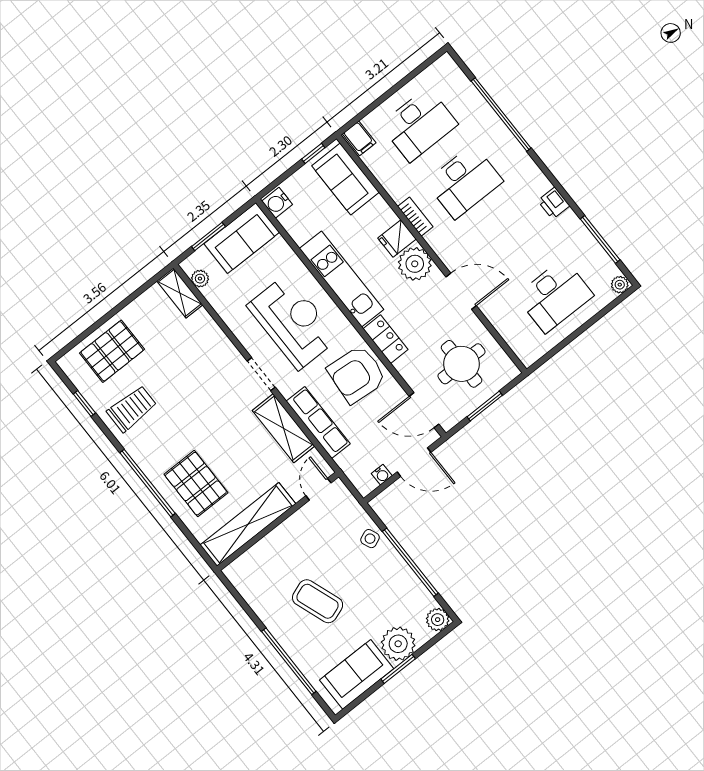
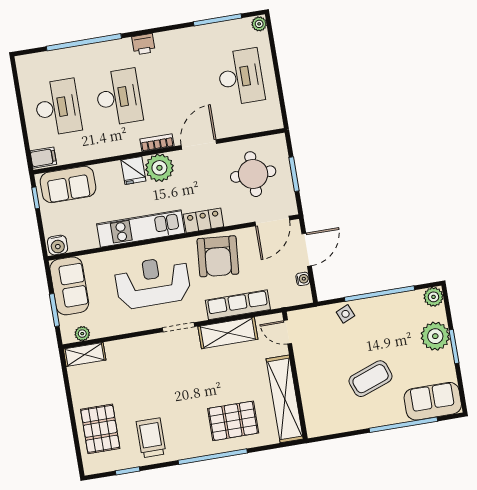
printer: (554, 203) -> (143, 44), moved
bookcase: (415, 217) -> (157, 143), moved
sofa: (357, 674) -> (433, 401), moved, turned 90

